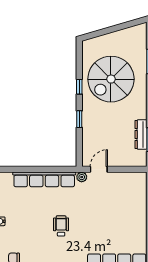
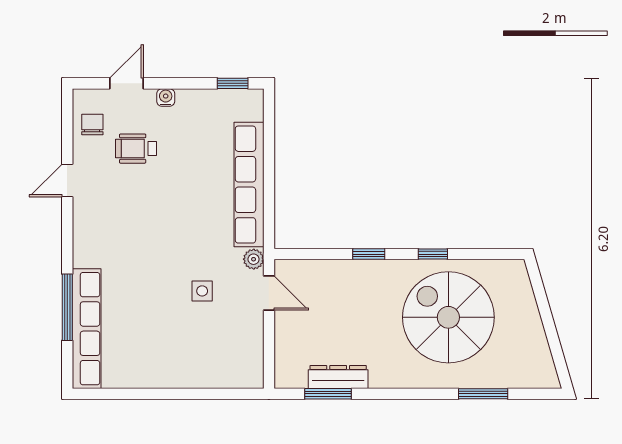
side table: (98, 203) -> (202, 291), added
wheelchair: (61, 226) -> (136, 149), moved, turned 180

